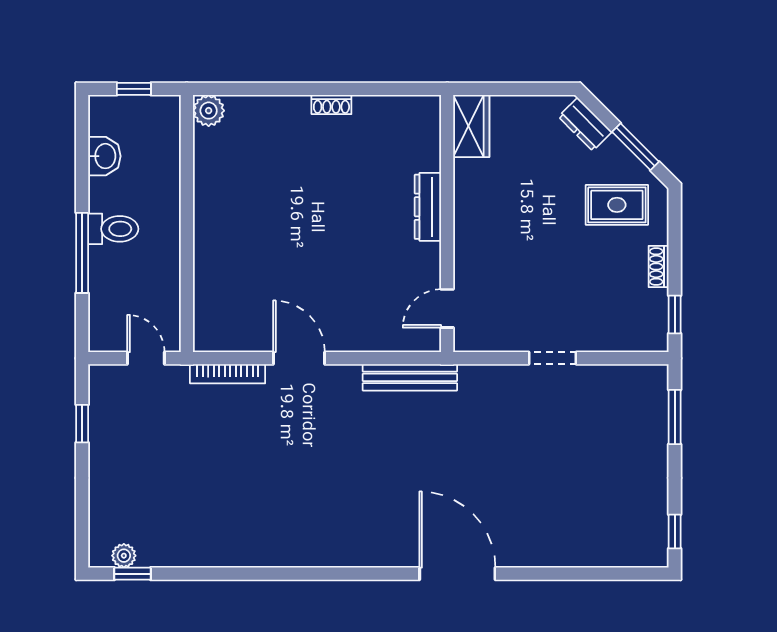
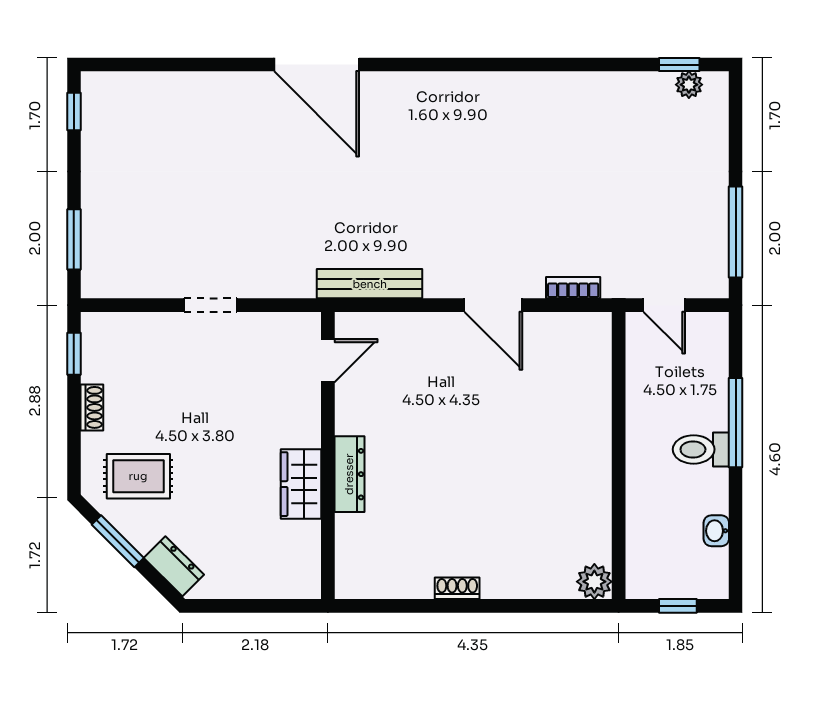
wardrobe: (471, 126) -> (301, 484), moved
washbasin: (104, 156) -> (716, 531), width x0.72, depth x0.69
bookcase: (228, 374) -> (573, 288), width x0.64
window: (82, 424) -> (736, 232), width x2.17

